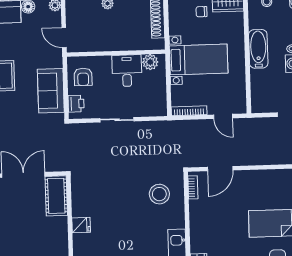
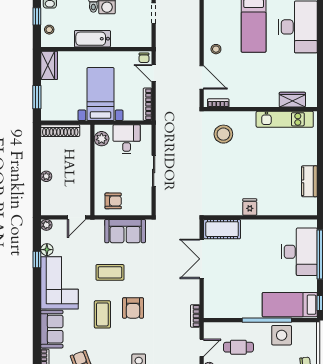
chair: (201, 12) -> (144, 58), moved
desk: (127, 71) -> (127, 139), moved, turned 90
printer: (76, 104) -> (138, 208), removed
door: (223, 116) -> (154, 73), swing flipped
stool: (251, 183) -> (216, 49), added

